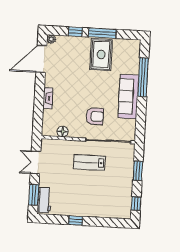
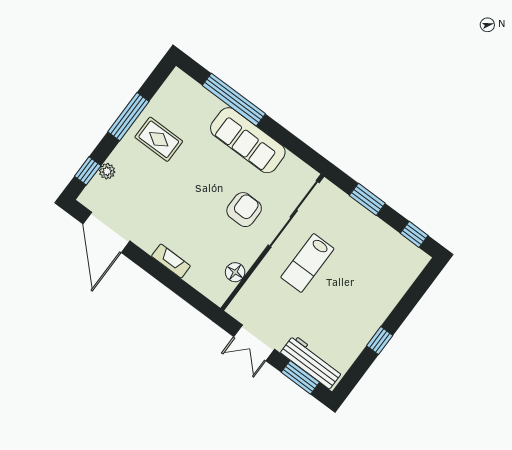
window: (75, 32) -> (88, 171), moved
plant: (51, 39) -> (107, 171), moved
rug: (101, 54) -> (159, 139), width x0.73, depth x0.70
workbench: (44, 200) -> (312, 362), width x1.38

